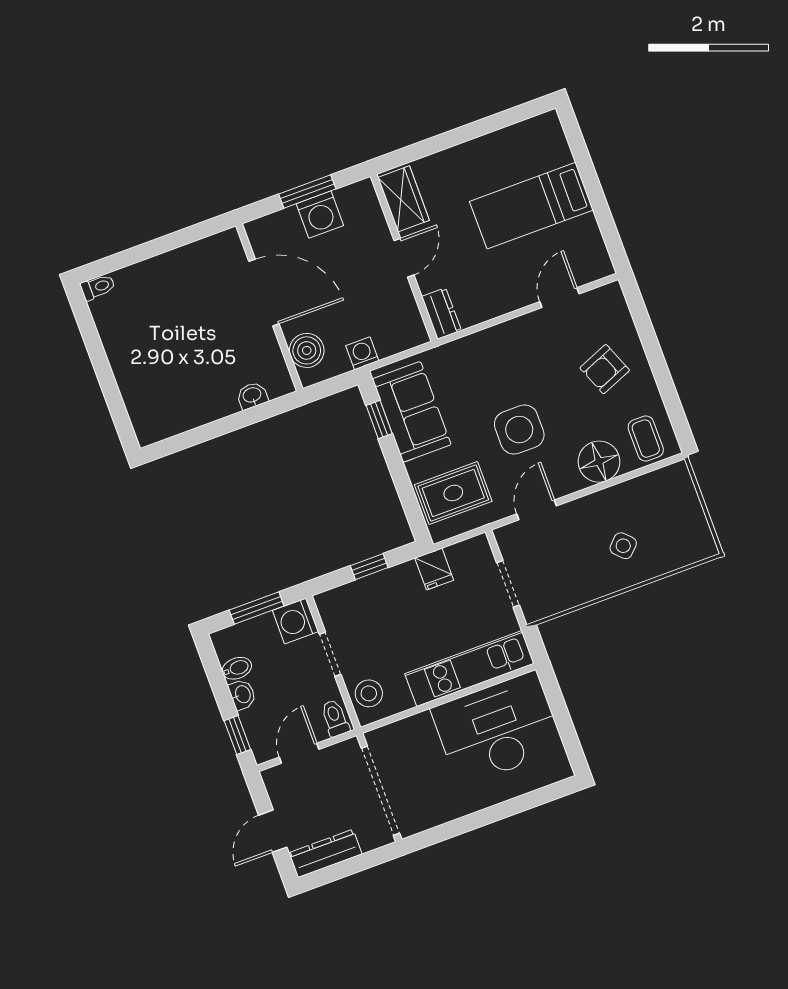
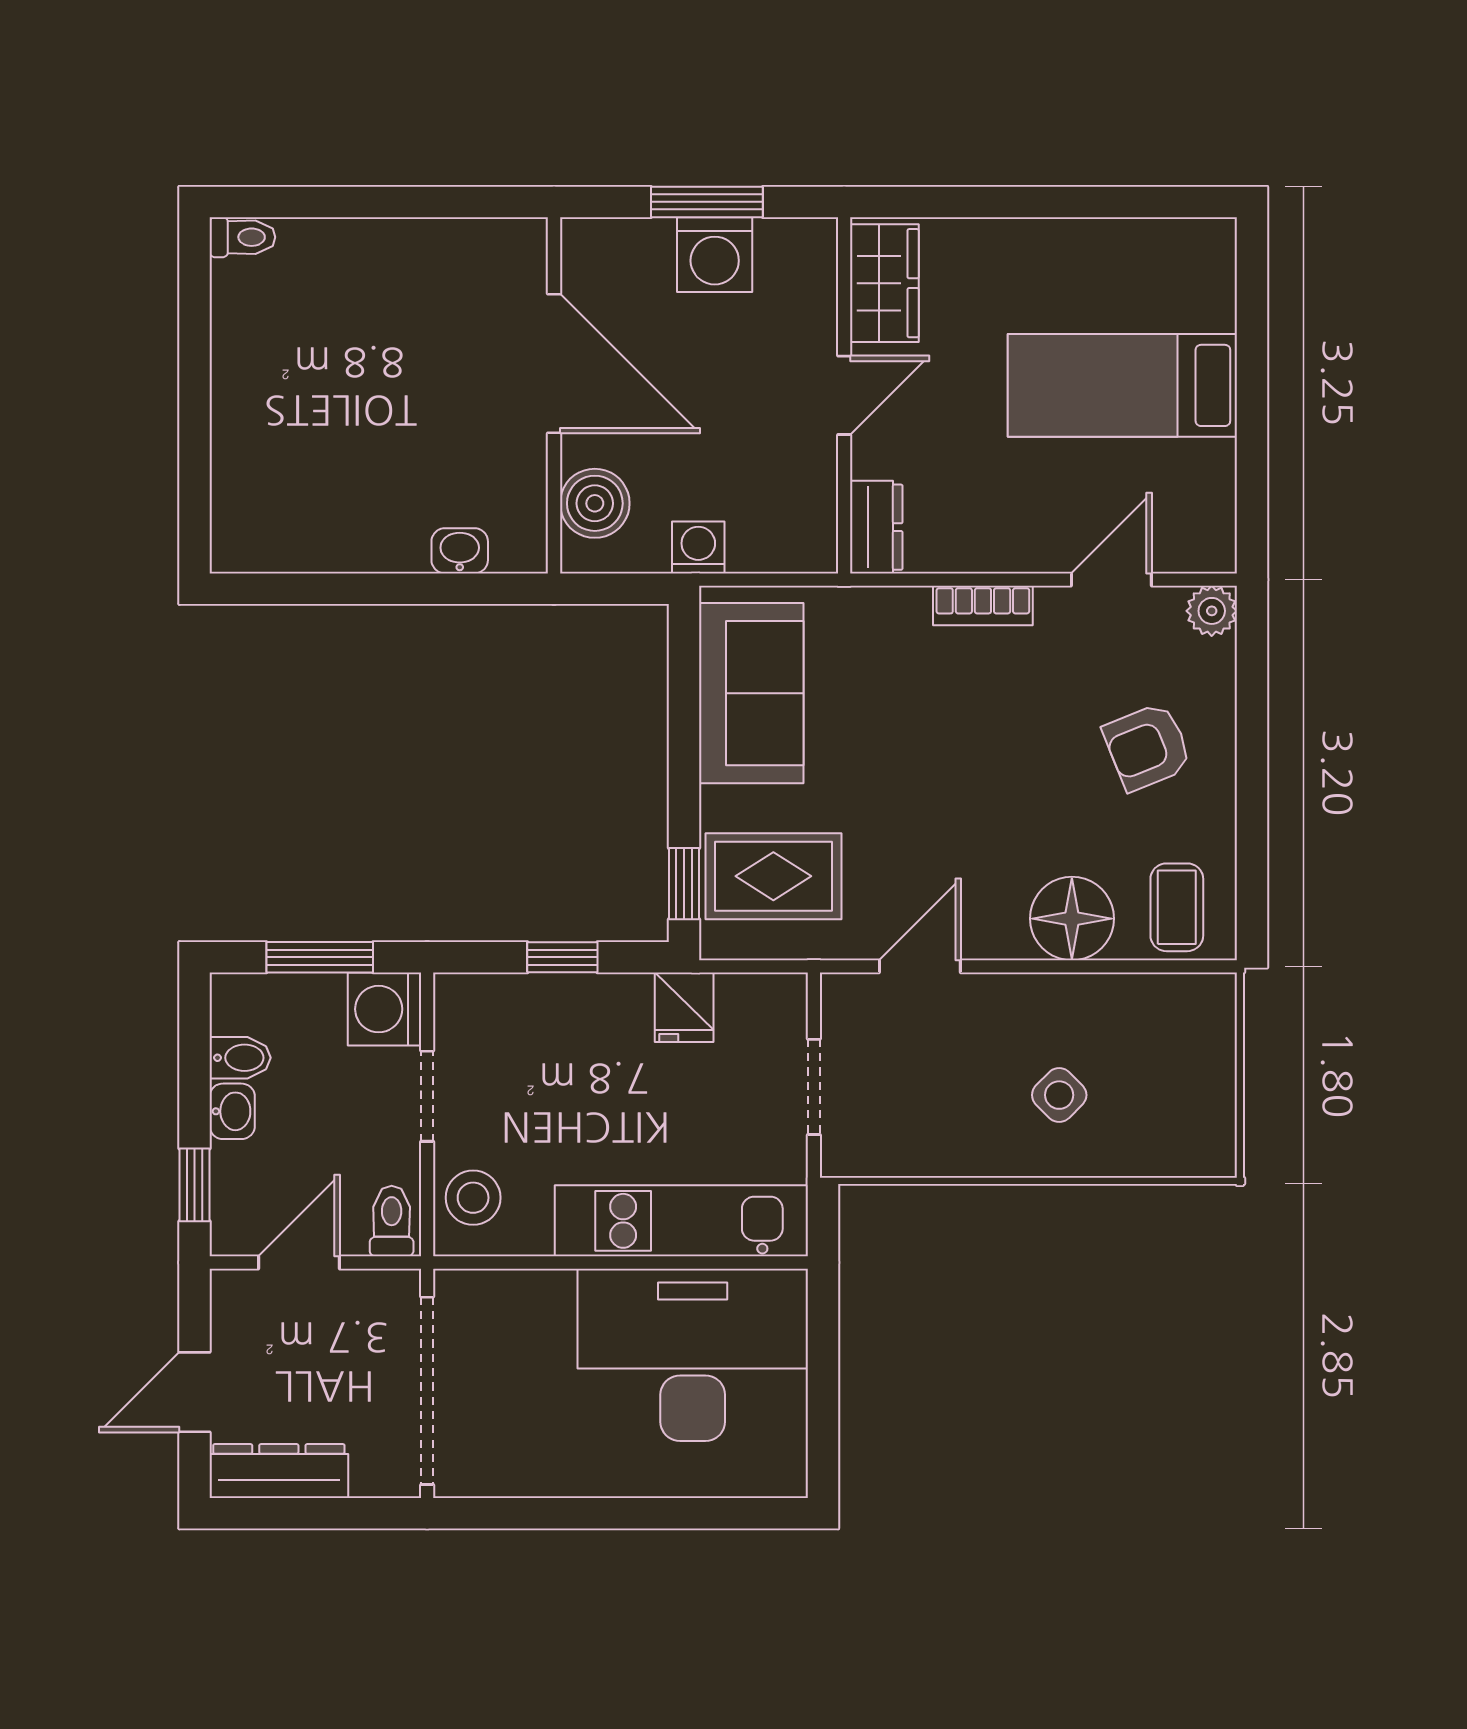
plant: (611, 295) -> (1212, 611), added
bookcase: (504, 332) -> (983, 606), added
window: (379, 420) -> (684, 884), moved
side table: (519, 430) -> (943, 802), removed

